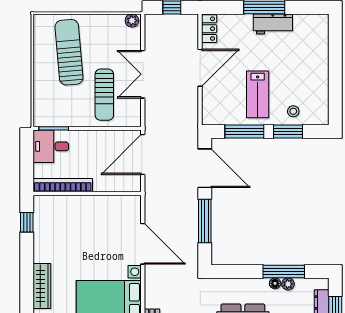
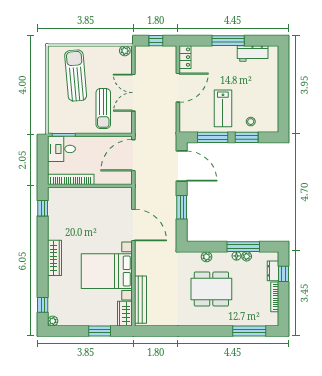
workbench: (273, 24) -> (253, 53), moved
window: (205, 221) -> (182, 207), width x0.69
plant: (237, 284) -> (207, 257), added

